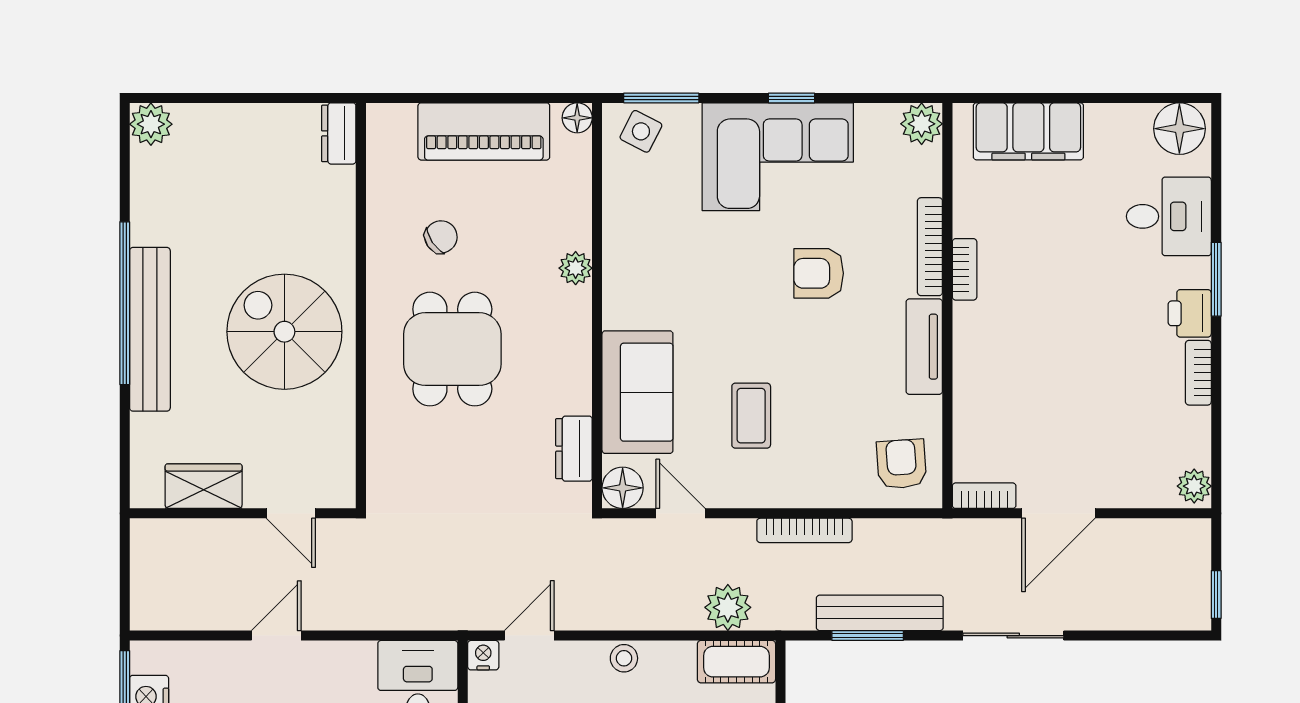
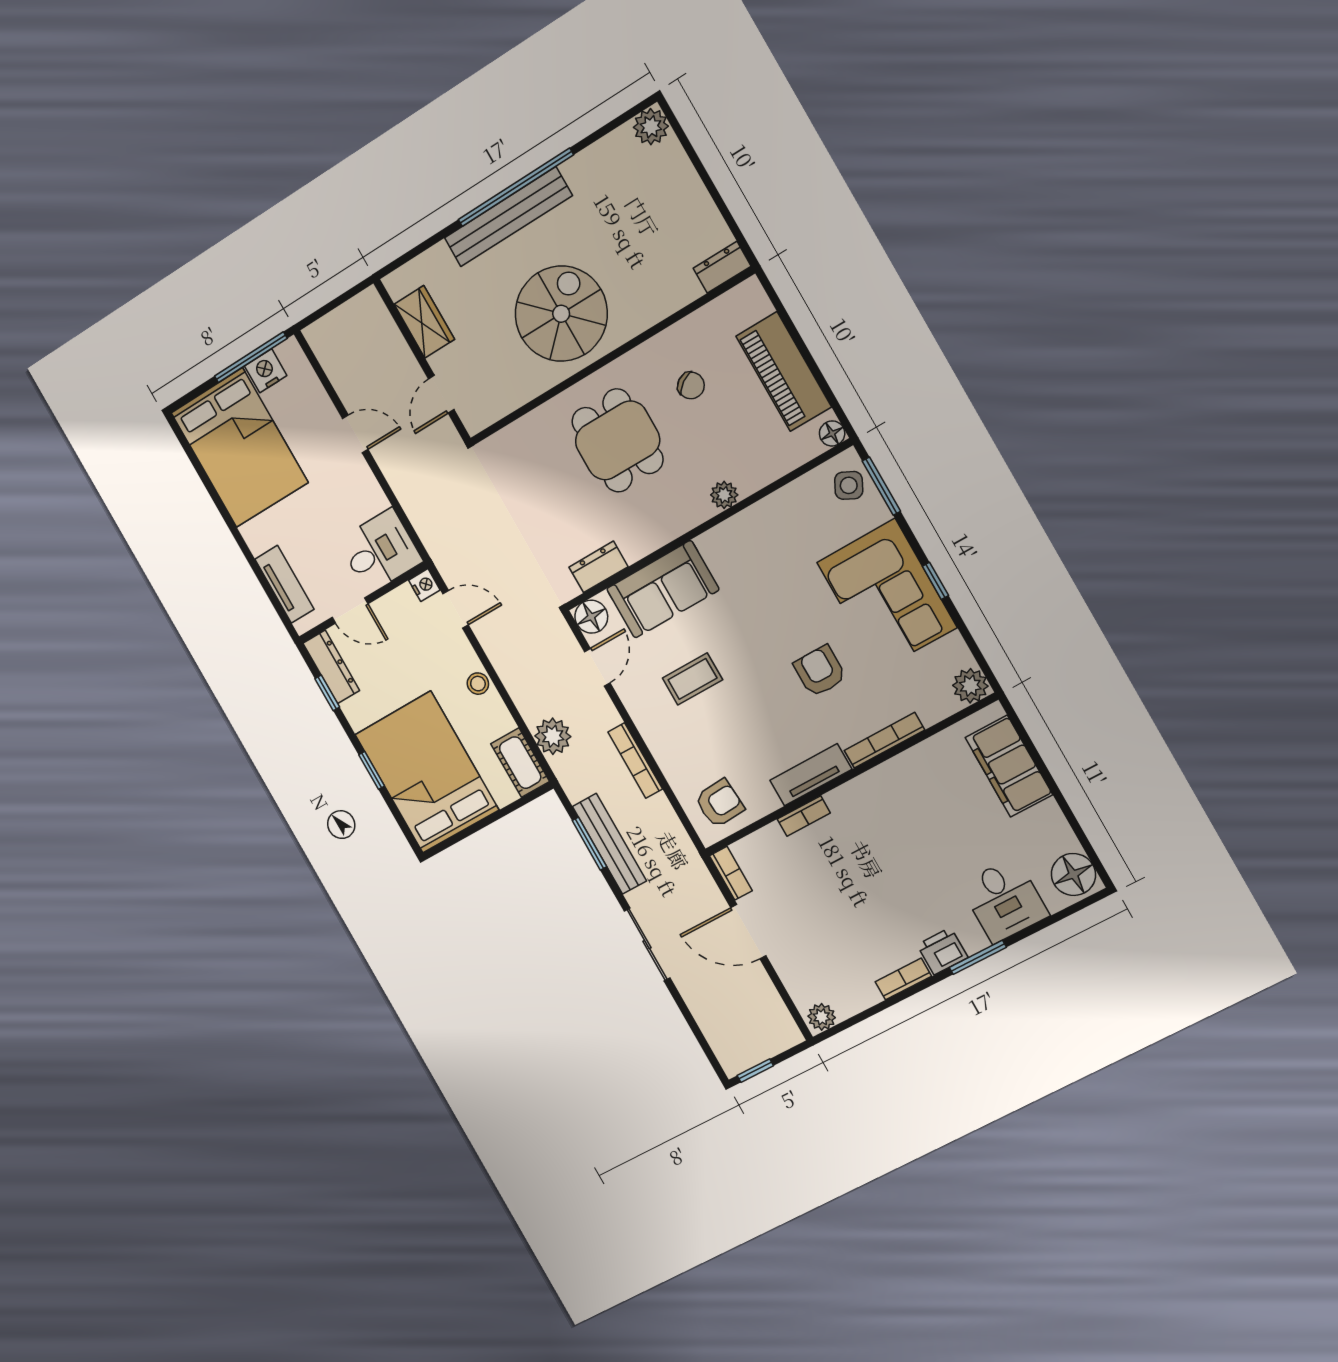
bookcase: (965, 269) -> (804, 816), moved
dining table: (452, 349) -> (618, 440), turned 90

